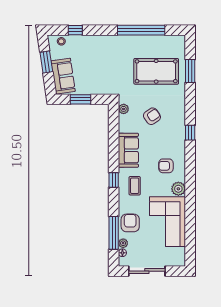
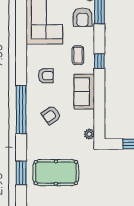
armchair: (152, 116) -> (51, 115), moved
window: (190, 133) -> (21, 110), width x3.17
plant: (178, 189) -> (33, 52), removed

